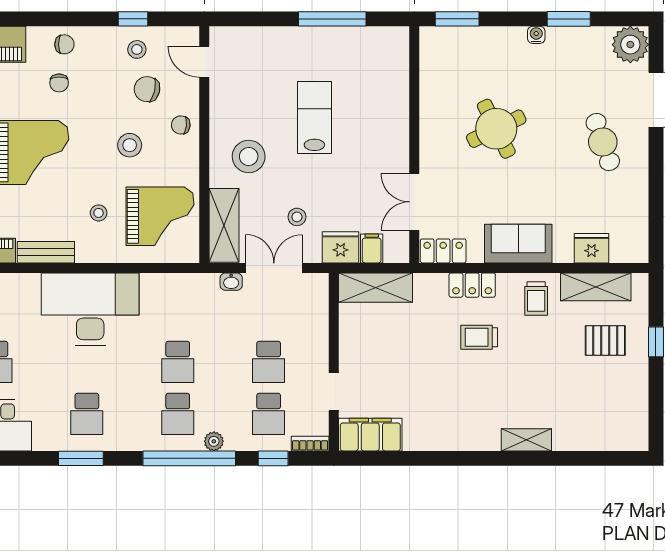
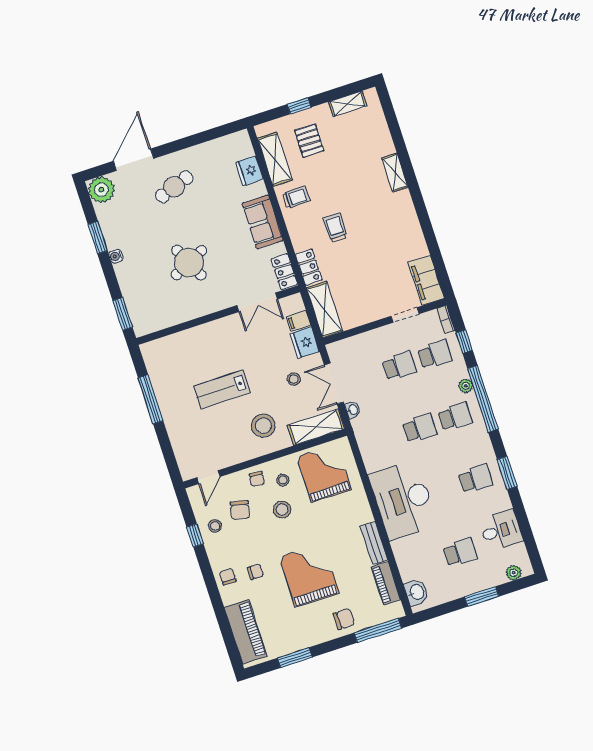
stool: (99, 213) -> (283, 480), moved
locker: (472, 285) -> (309, 267), moved
trolley: (479, 337) -> (335, 228), turned 180
shelving: (638, 407) -> (348, 104), added

